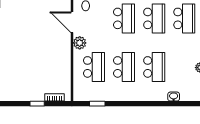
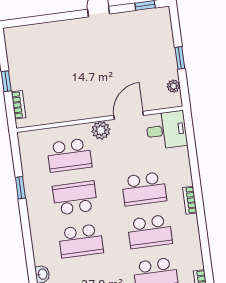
school desk: (124, 67) -> (75, 198), turned 180
window: (97, 104) -> (20, 188), moved

